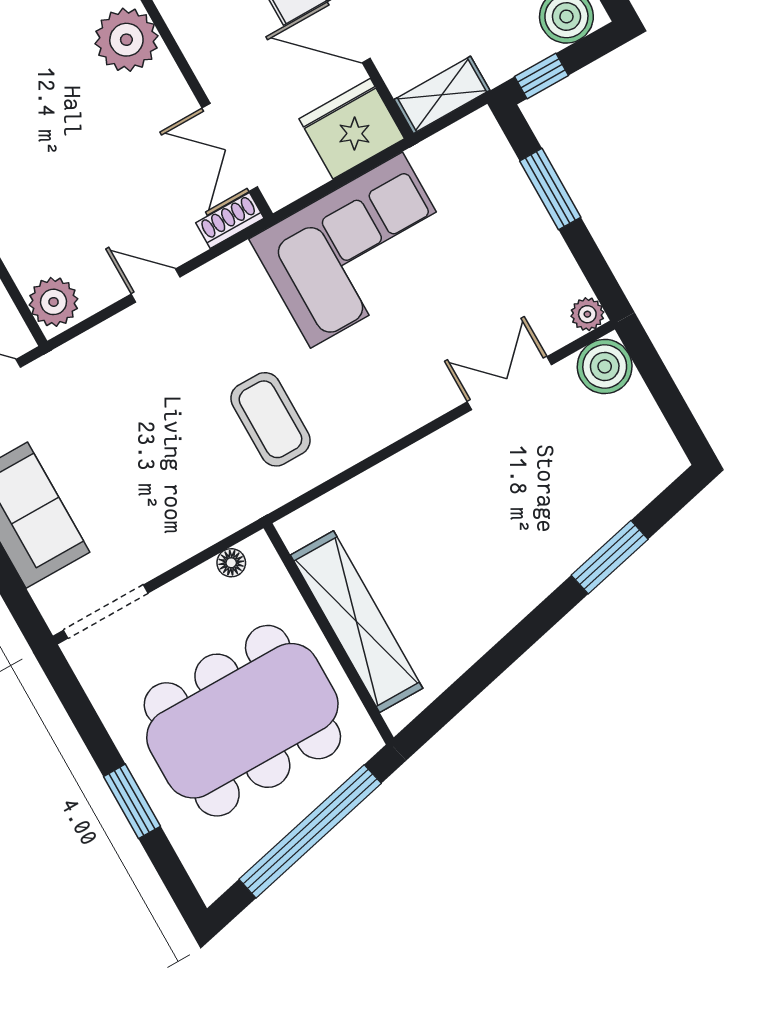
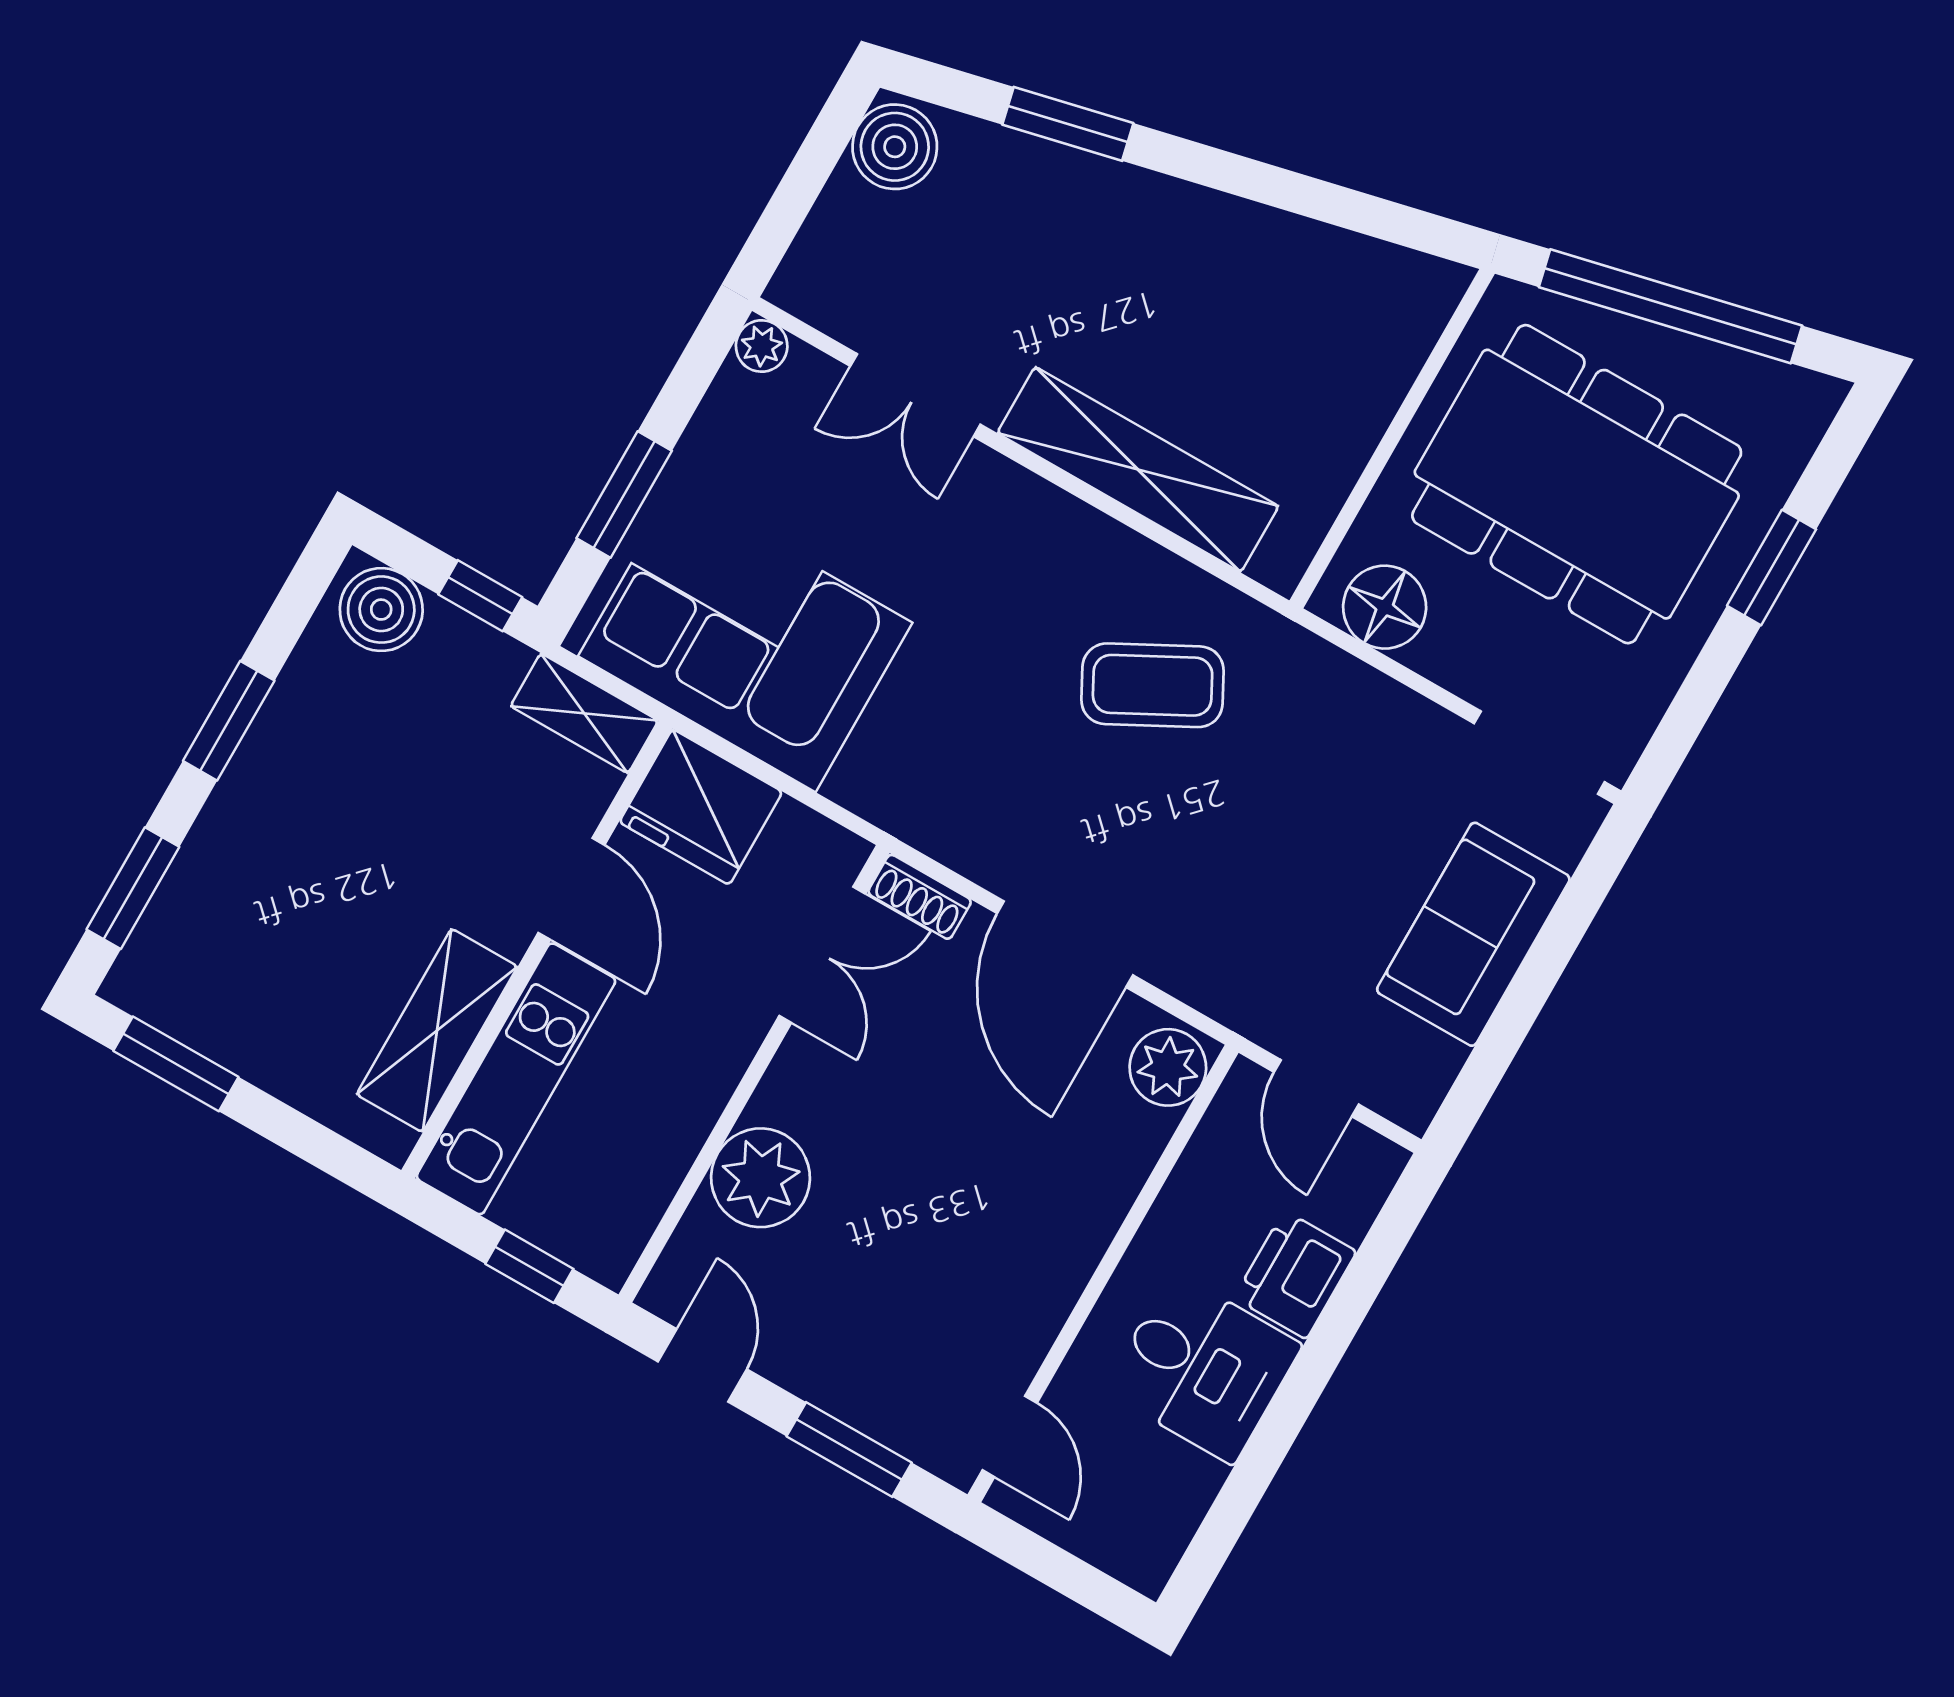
corner sofa: (356, 250) -> (745, 639), moved
door: (156, 285) -> (1065, 944), width x1.88
boiler: (605, 366) -> (895, 147), moved
coffee table: (270, 419) -> (1153, 685), turned 62
floor lamp: (231, 563) -> (1385, 607), width x1.89, depth x1.89
shelving: (357, 622) -> (1138, 469), moved, turned 90

